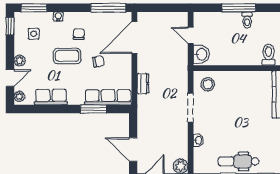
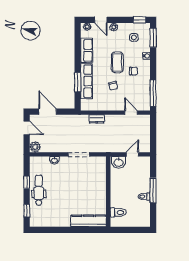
door: (134, 37) -> (131, 113), width x0.53
stool: (208, 84) -> (96, 167), removed
row of seats: (108, 97) -> (86, 81), moved
door: (133, 149) -> (48, 112), hinge flipped

